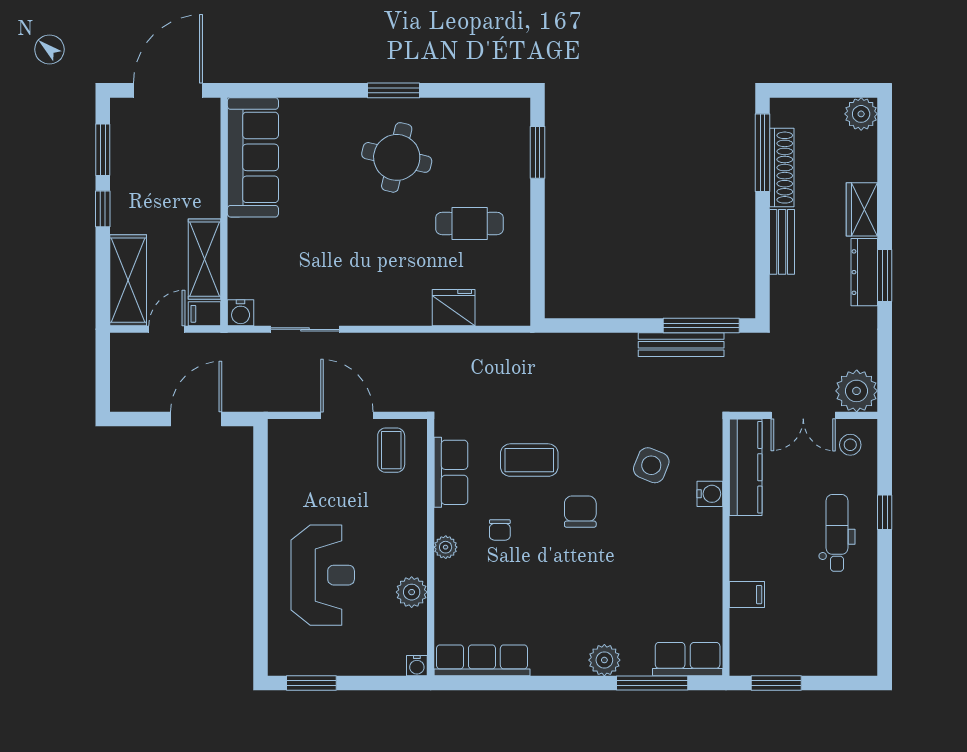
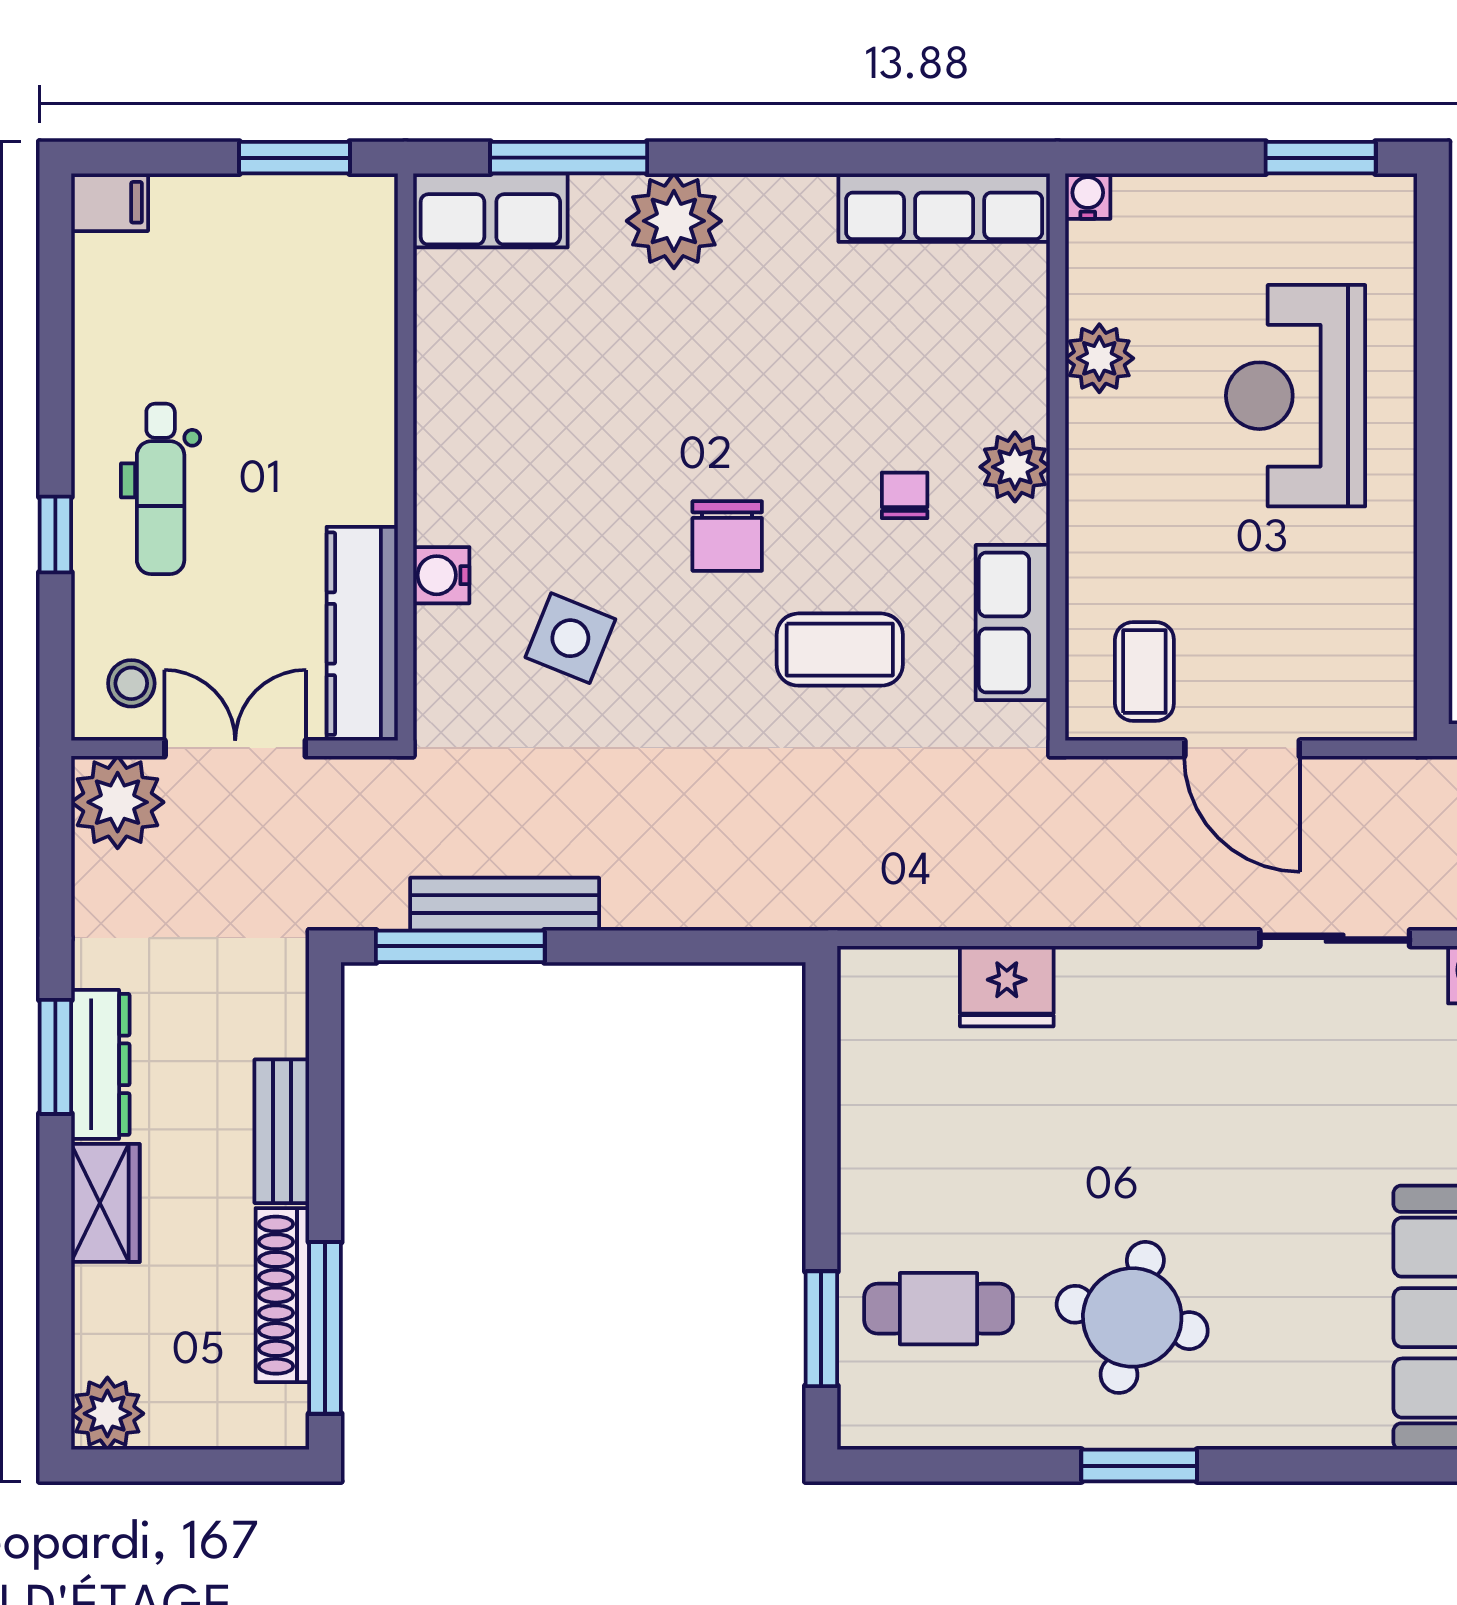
cafe table: (470, 223) -> (939, 1309), moved
plant: (446, 547) -> (1015, 467), width x1.38, depth x1.38
filing cabinet: (747, 595) -> (110, 202), moved, turned 180
plant: (604, 660) -> (674, 221), width x1.36, depth x1.36

